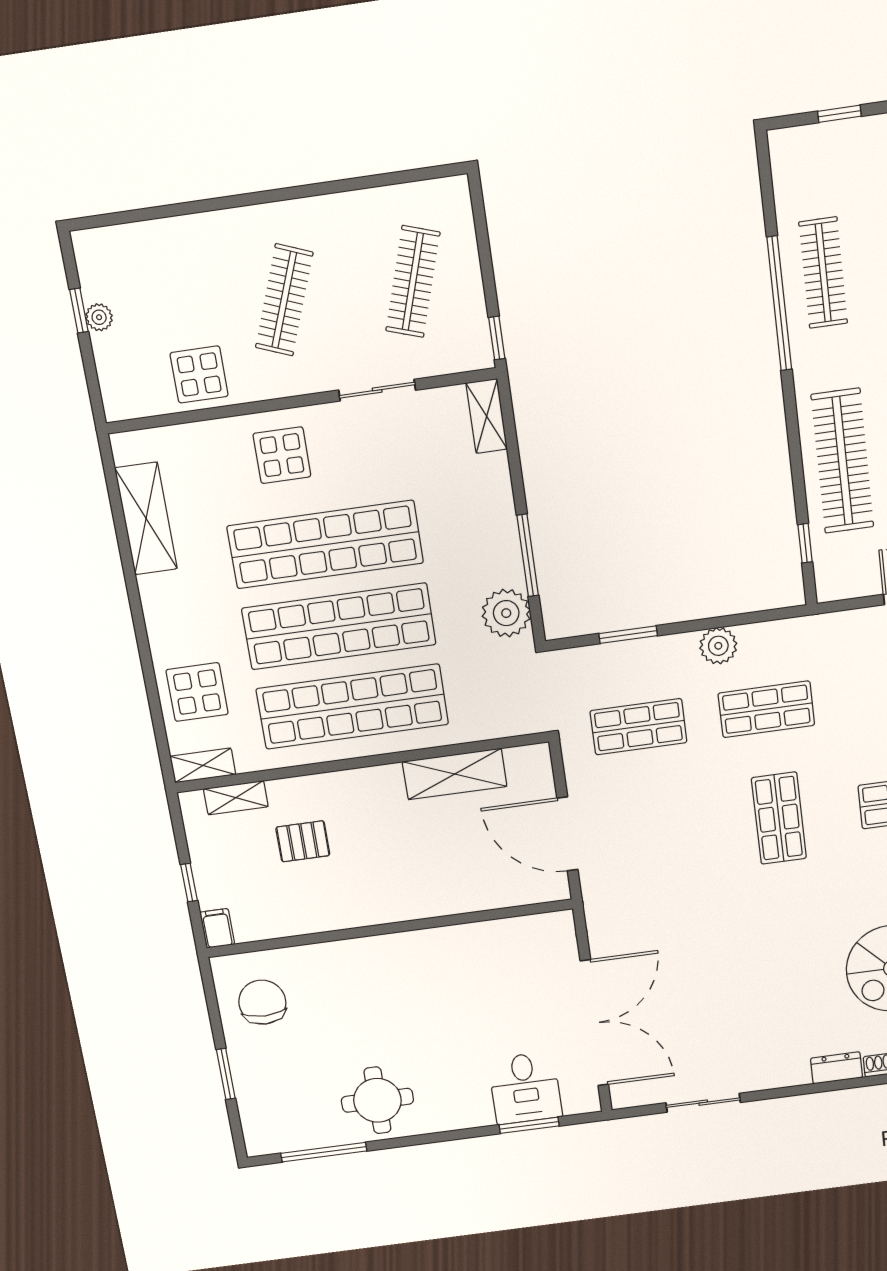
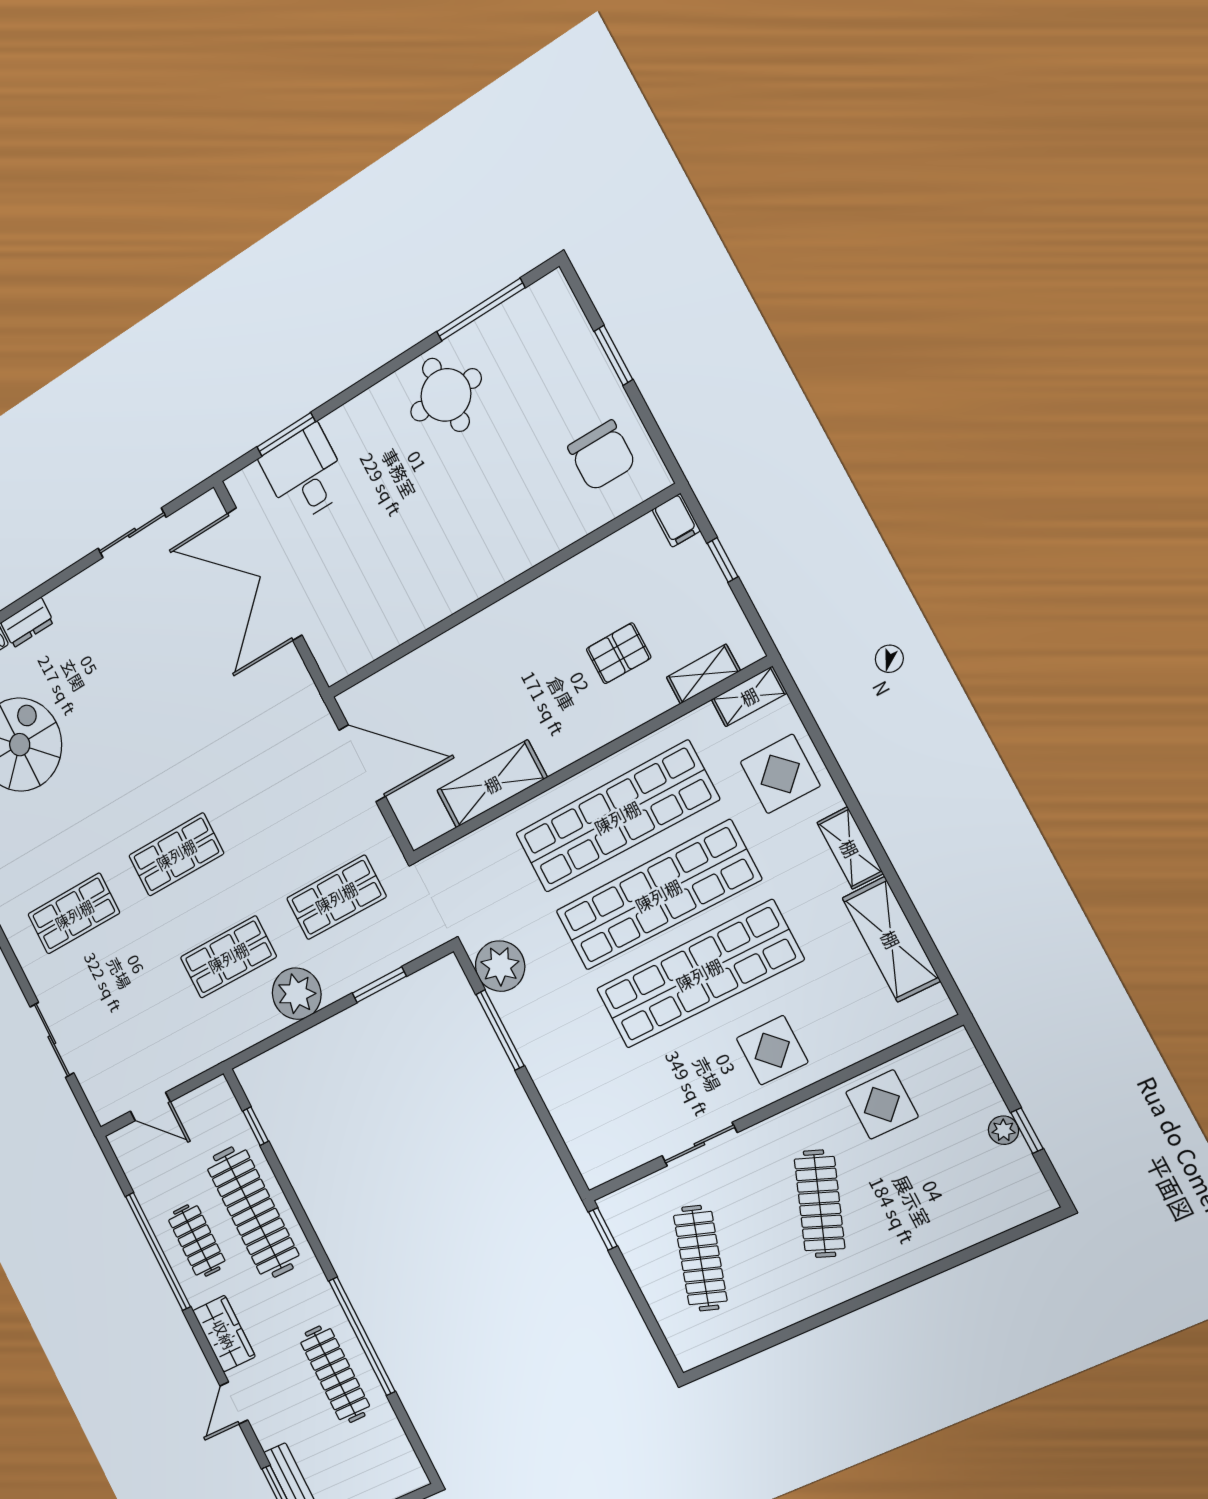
shelving: (487, 416) -> (850, 848), moved
plant: (718, 646) -> (297, 994), width x1.36, depth x1.36
shop shelf: (779, 818) -> (176, 854), turned 90

